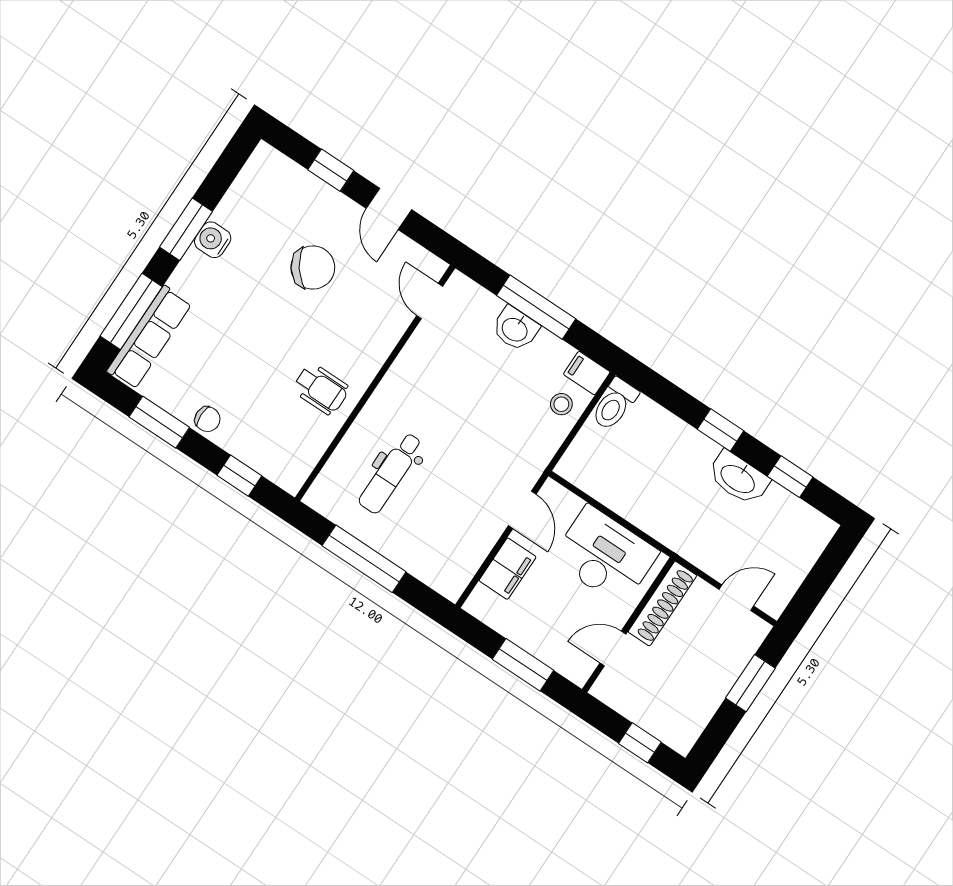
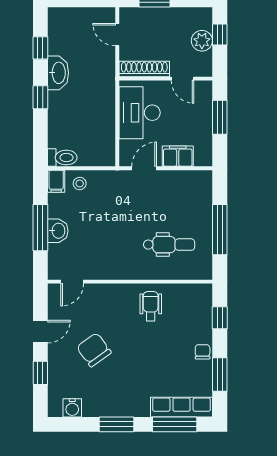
water cooler: (213, 240) -> (72, 408), moved
plant: (648, 712) -> (202, 41), added

